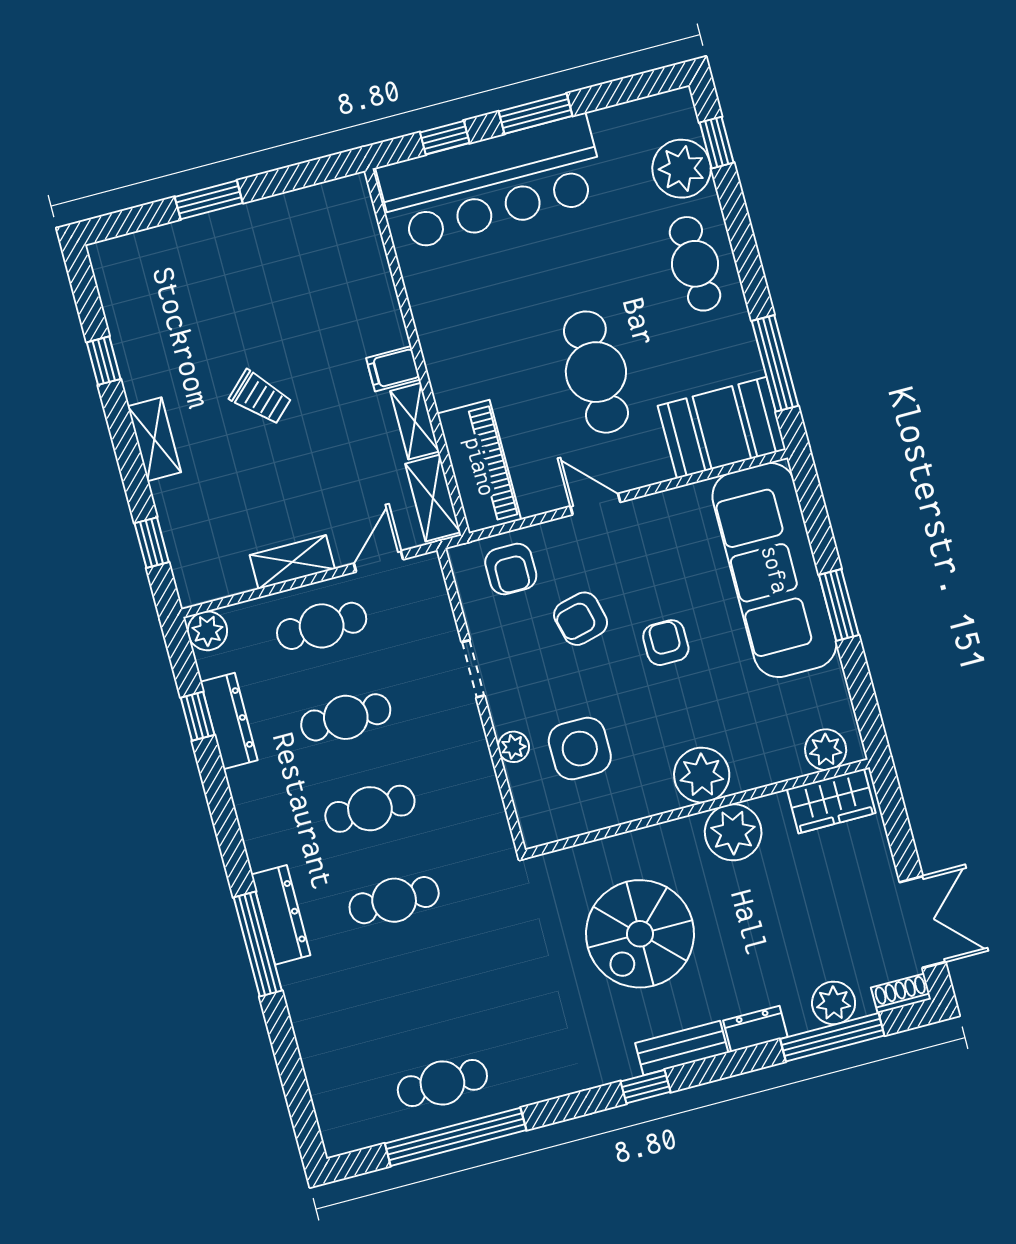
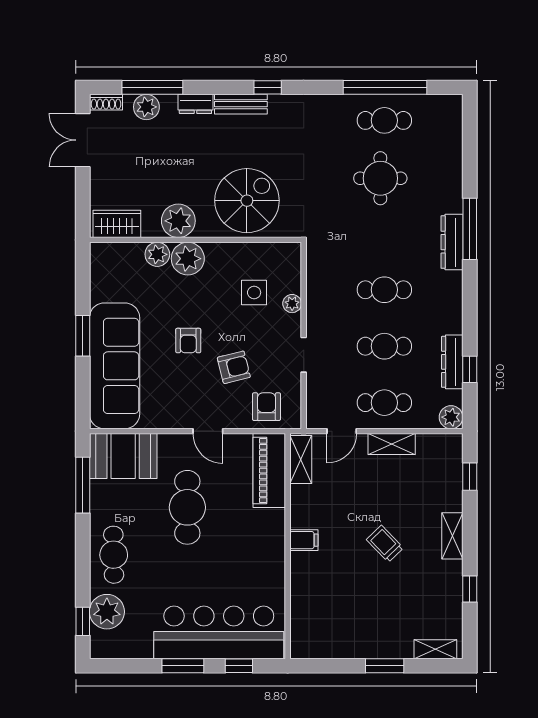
shelving: (415, 421) -> (435, 649), moved, turned 90
side table: (580, 749) -> (254, 292), width x0.73, depth x0.73
plant: (826, 750) -> (157, 254), moved
cafe table: (394, 900) -> (384, 233), removed
spiral stairs: (640, 934) -> (247, 201), moved
round table: (424, 988) -> (380, 178), added

